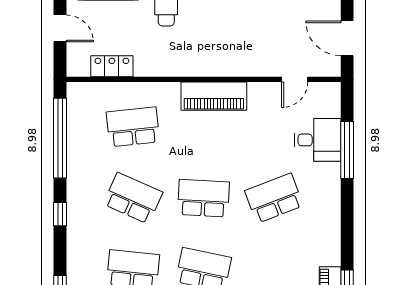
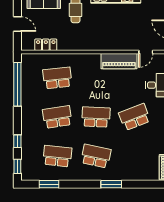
piano: (214, 96) -> (119, 61), moved
school desk: (133, 198) -> (57, 117), turned -33
window: (60, 214) -> (17, 141), moved

